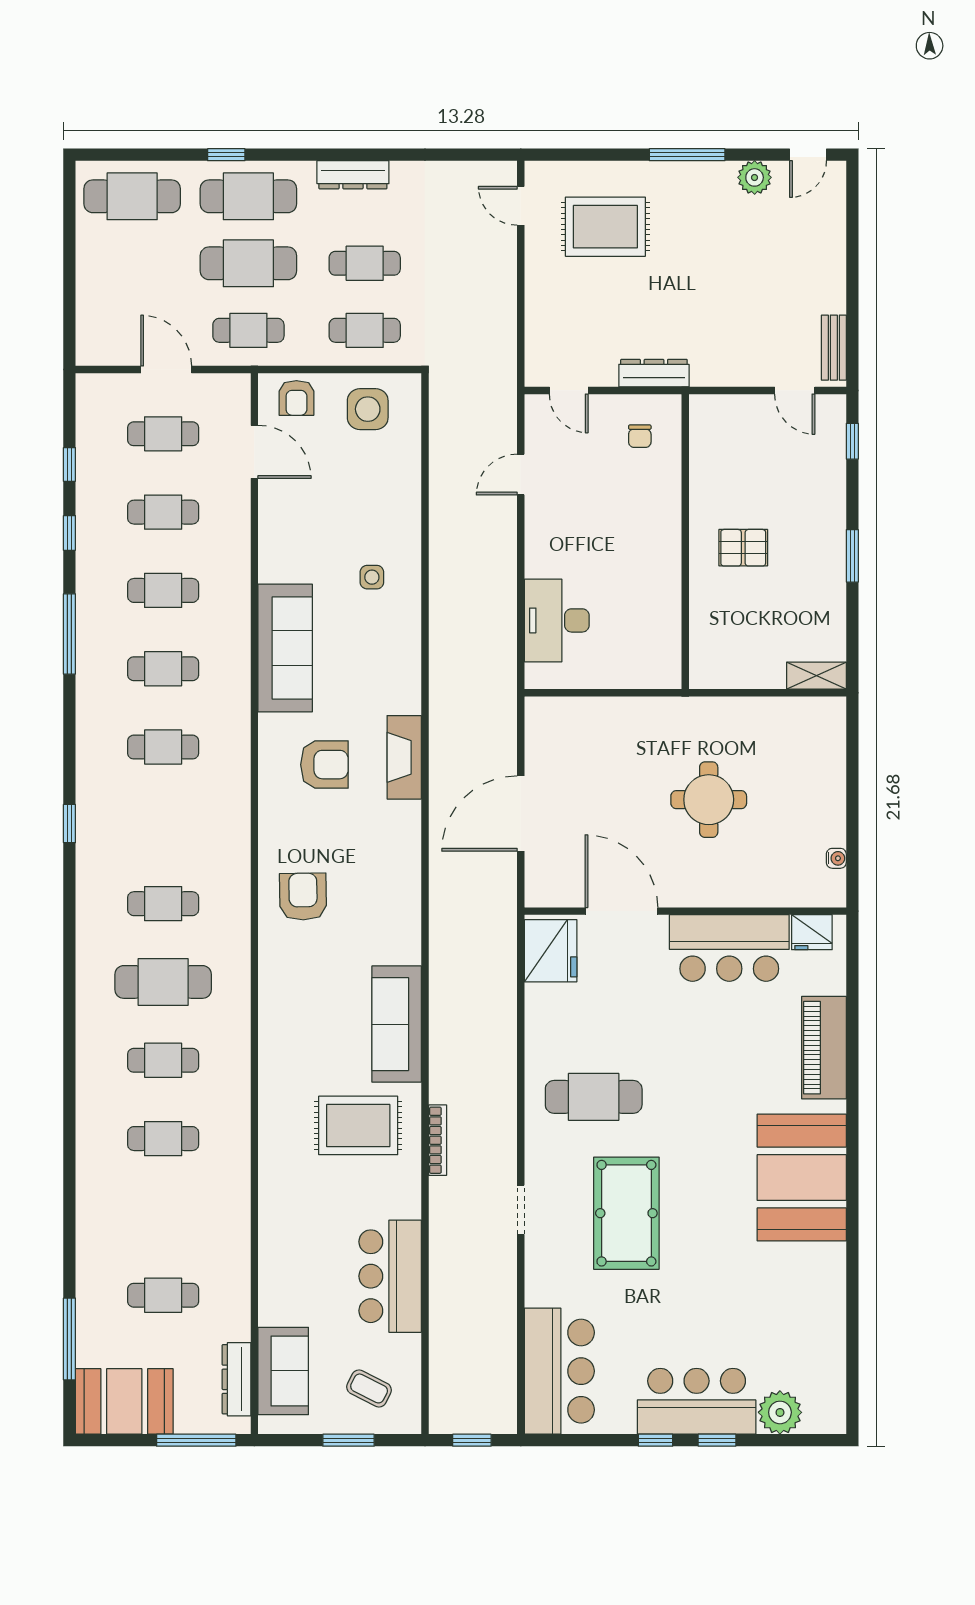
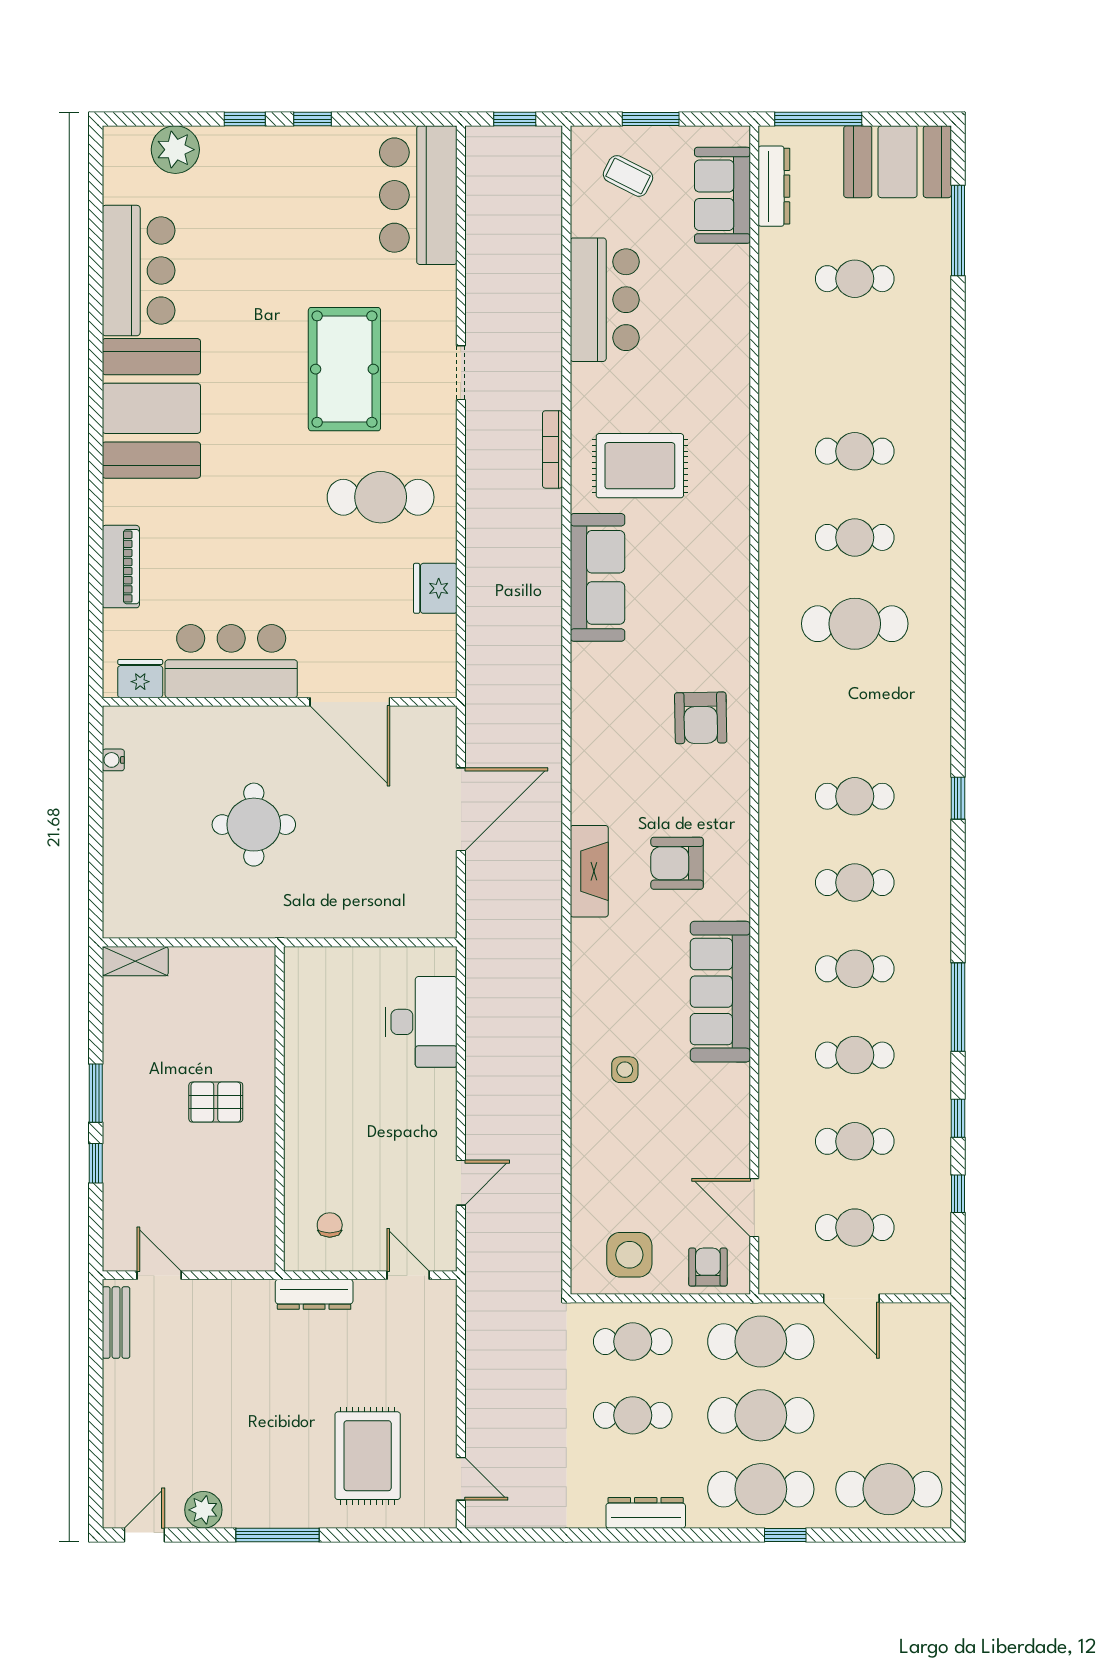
rug: (605, 227) -> (368, 1456), turned 90
cafe table: (248, 330) -> (761, 1342), width x1.37, depth x1.35
window: (852, 441) -> (96, 1163), moved
cafe table: (163, 904) -> (855, 796), moved
fridge: (551, 951) -> (435, 588), moved, width x0.73, depth x0.75
piano: (824, 1048) -> (121, 567), width x0.73, depth x0.75
bar counter: (697, 1401) -> (139, 271), moved, turned -90

